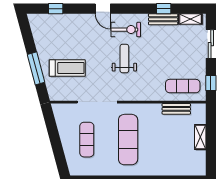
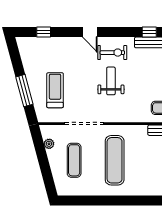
treadmill: (67, 68) -> (55, 90), turned -90
plant: (61, 123) -> (49, 144), added

